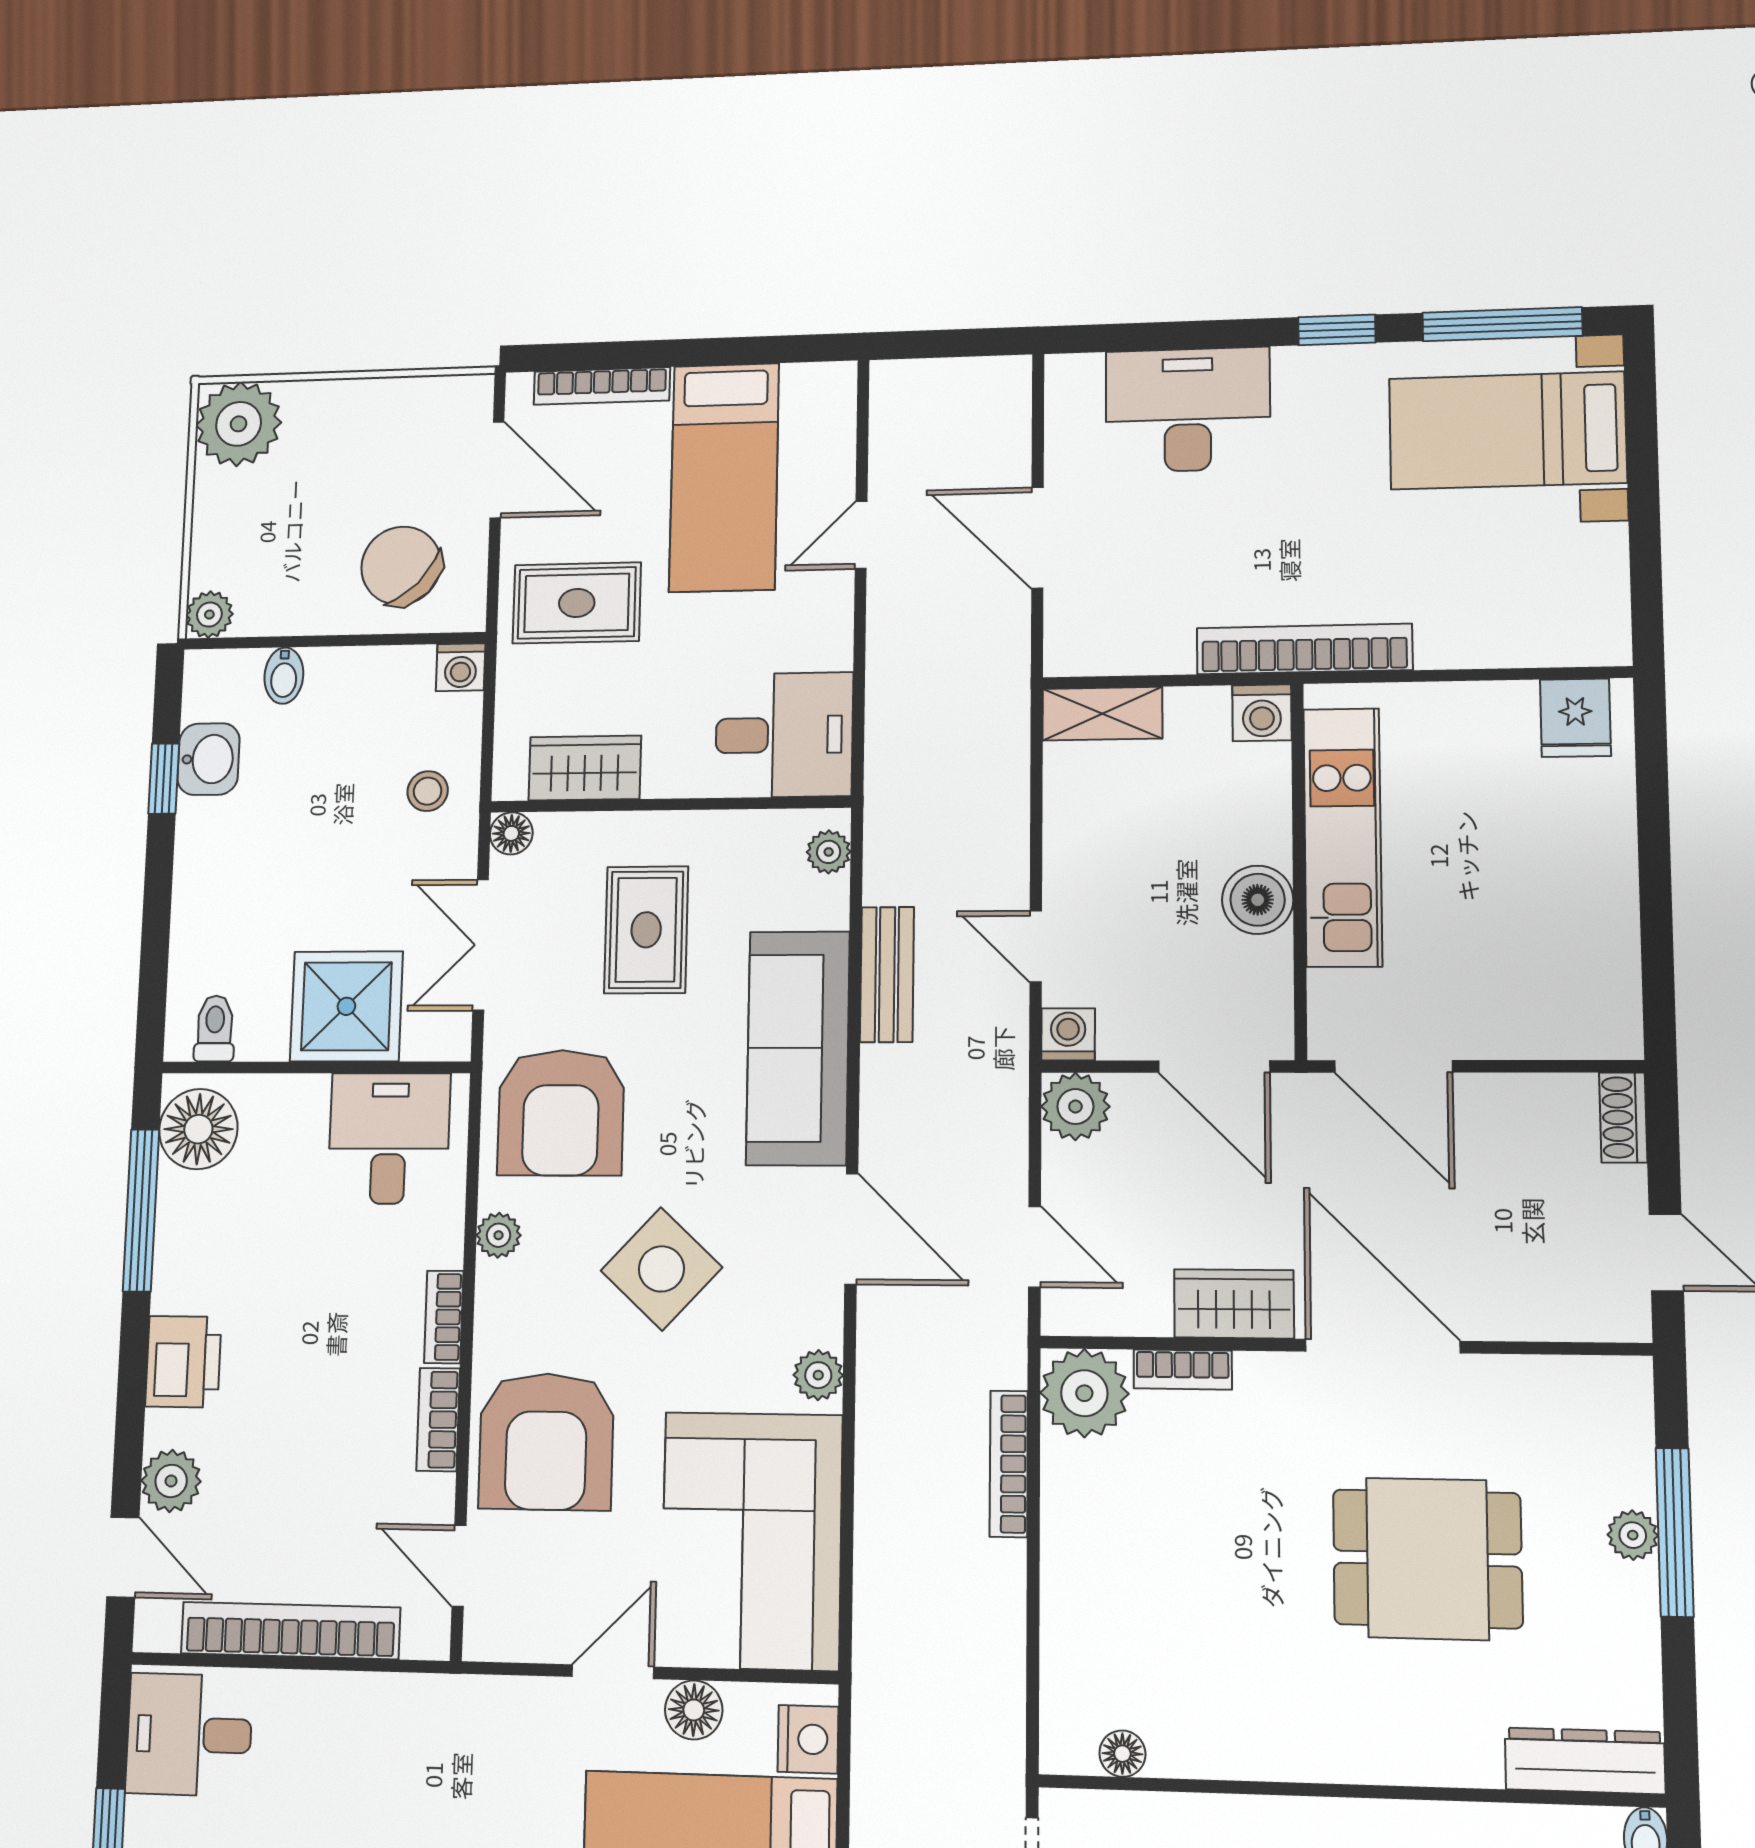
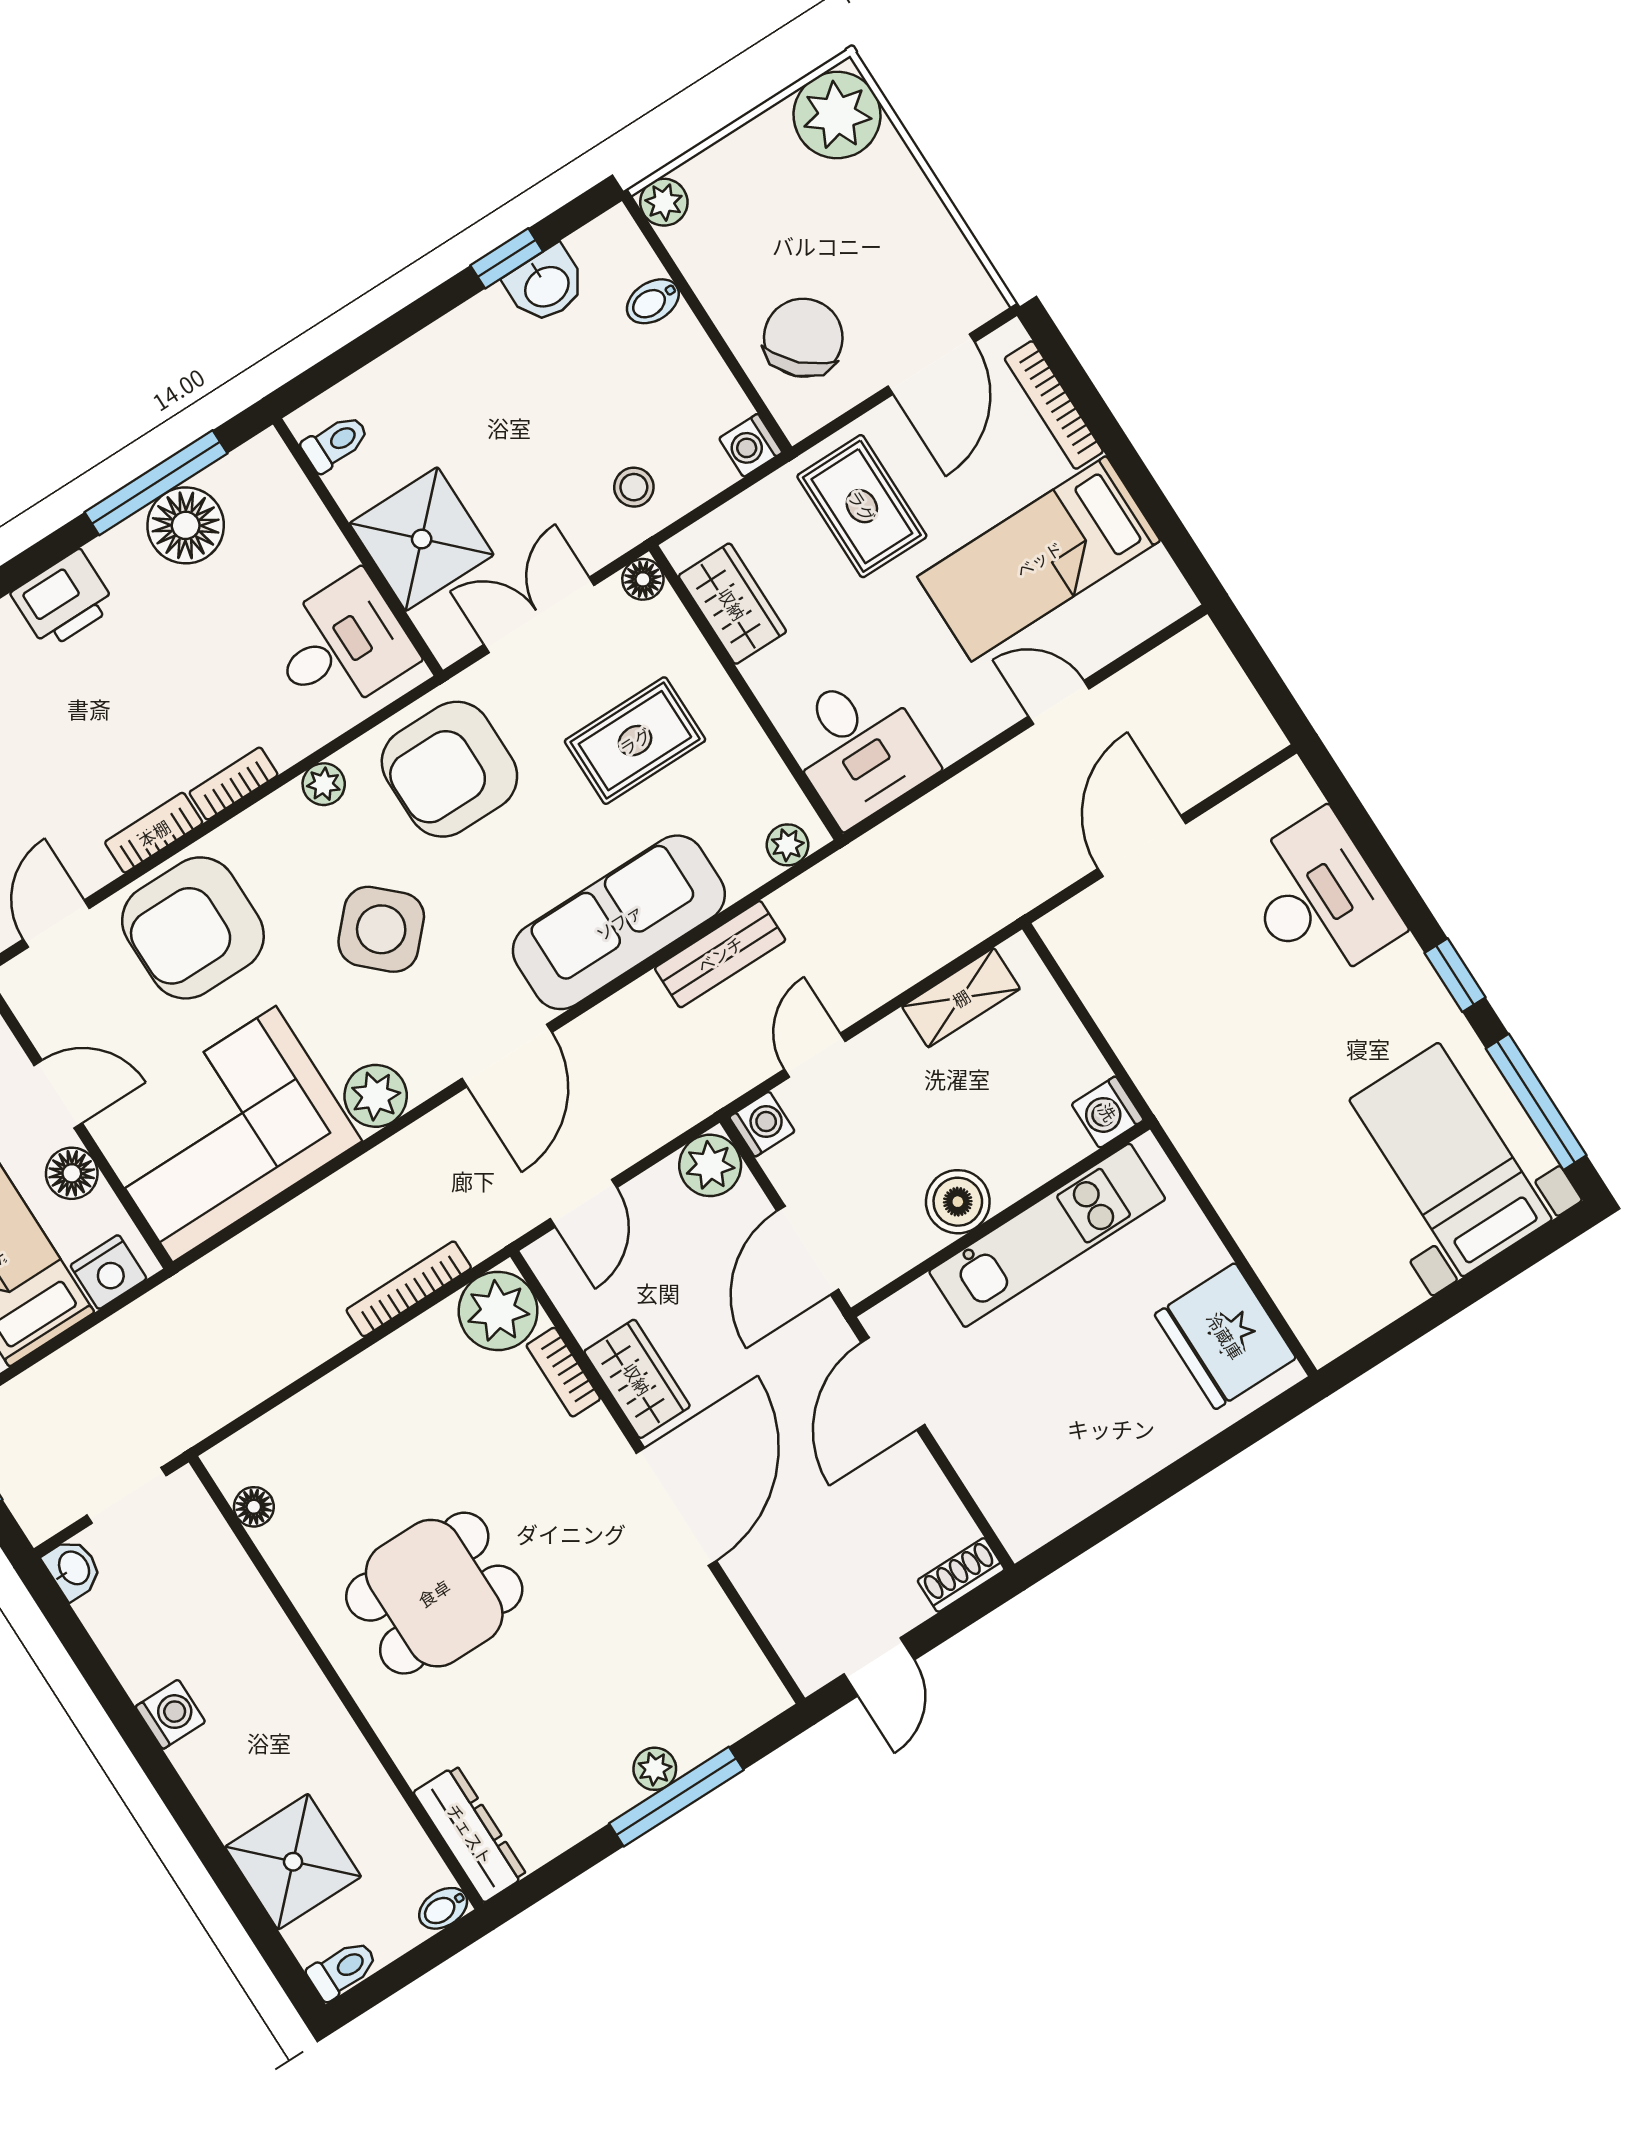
bookcase: (1304, 649) -> (1179, 1113), removed
shelving: (1102, 714) -> (961, 998), moved, turned 90
fridge: (1575, 718) -> (1225, 1336), width x1.88, depth x1.34
floor lamp: (198, 1129) -> (186, 525), moved
plant: (818, 1375) -> (376, 1096), width x1.38, depth x1.38
dining table: (1427, 1559) -> (434, 1593), moved, turned 90

